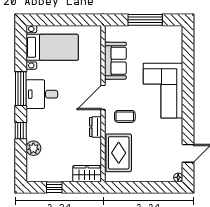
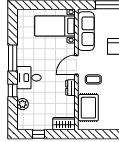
bed with nightstands: (52, 47) -> (55, 26), moved, turned 180
sofa: (115, 61) -> (86, 31), width x1.36
desk: (42, 94) -> (29, 78), moved

